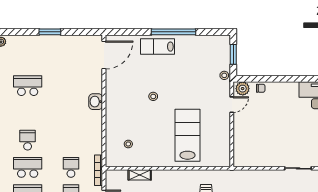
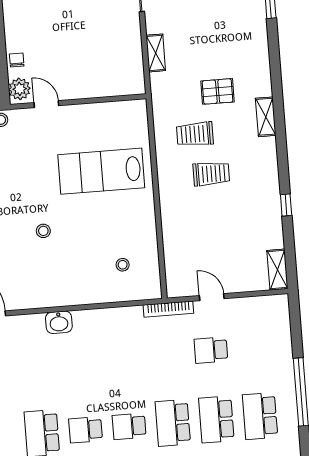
school desk: (71, 167) -> (86, 430), moved
shelving: (140, 175) -> (156, 53), moved

